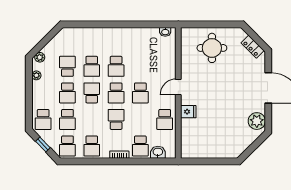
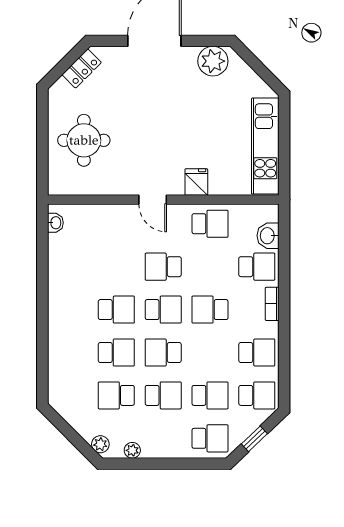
school desk: (140, 93) -> (163, 267), turned 180
kitchen unit: (209, 151) -> (265, 146), added

